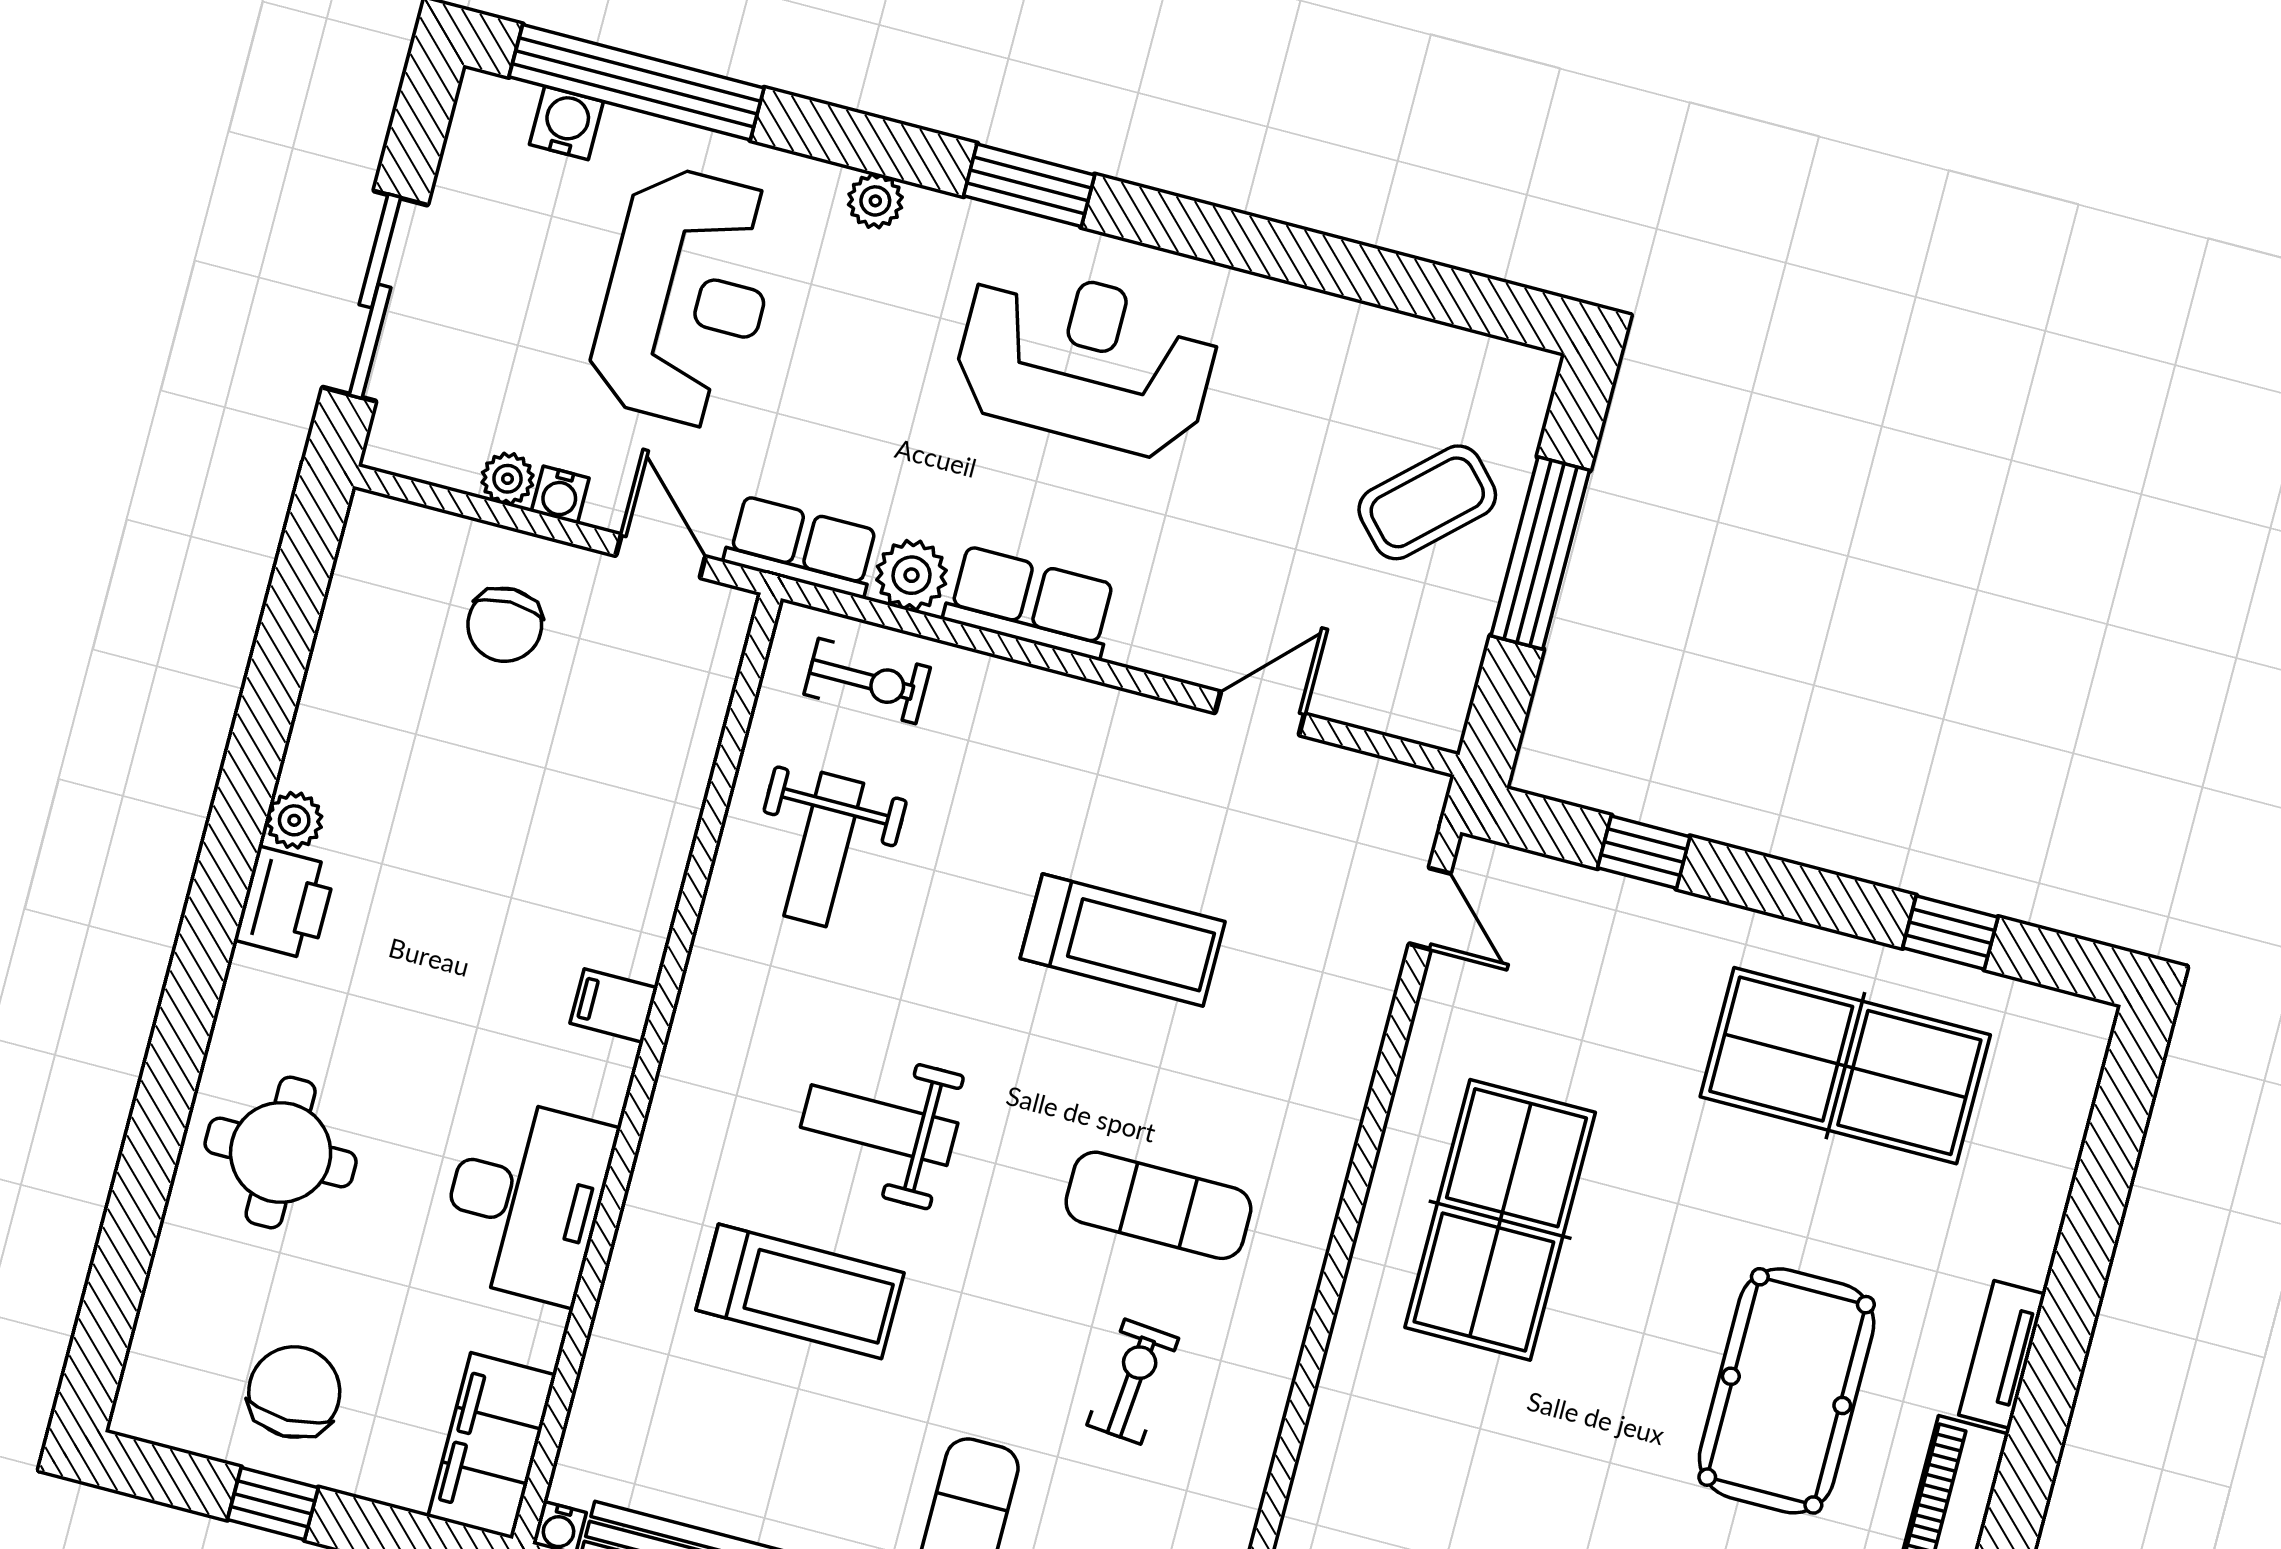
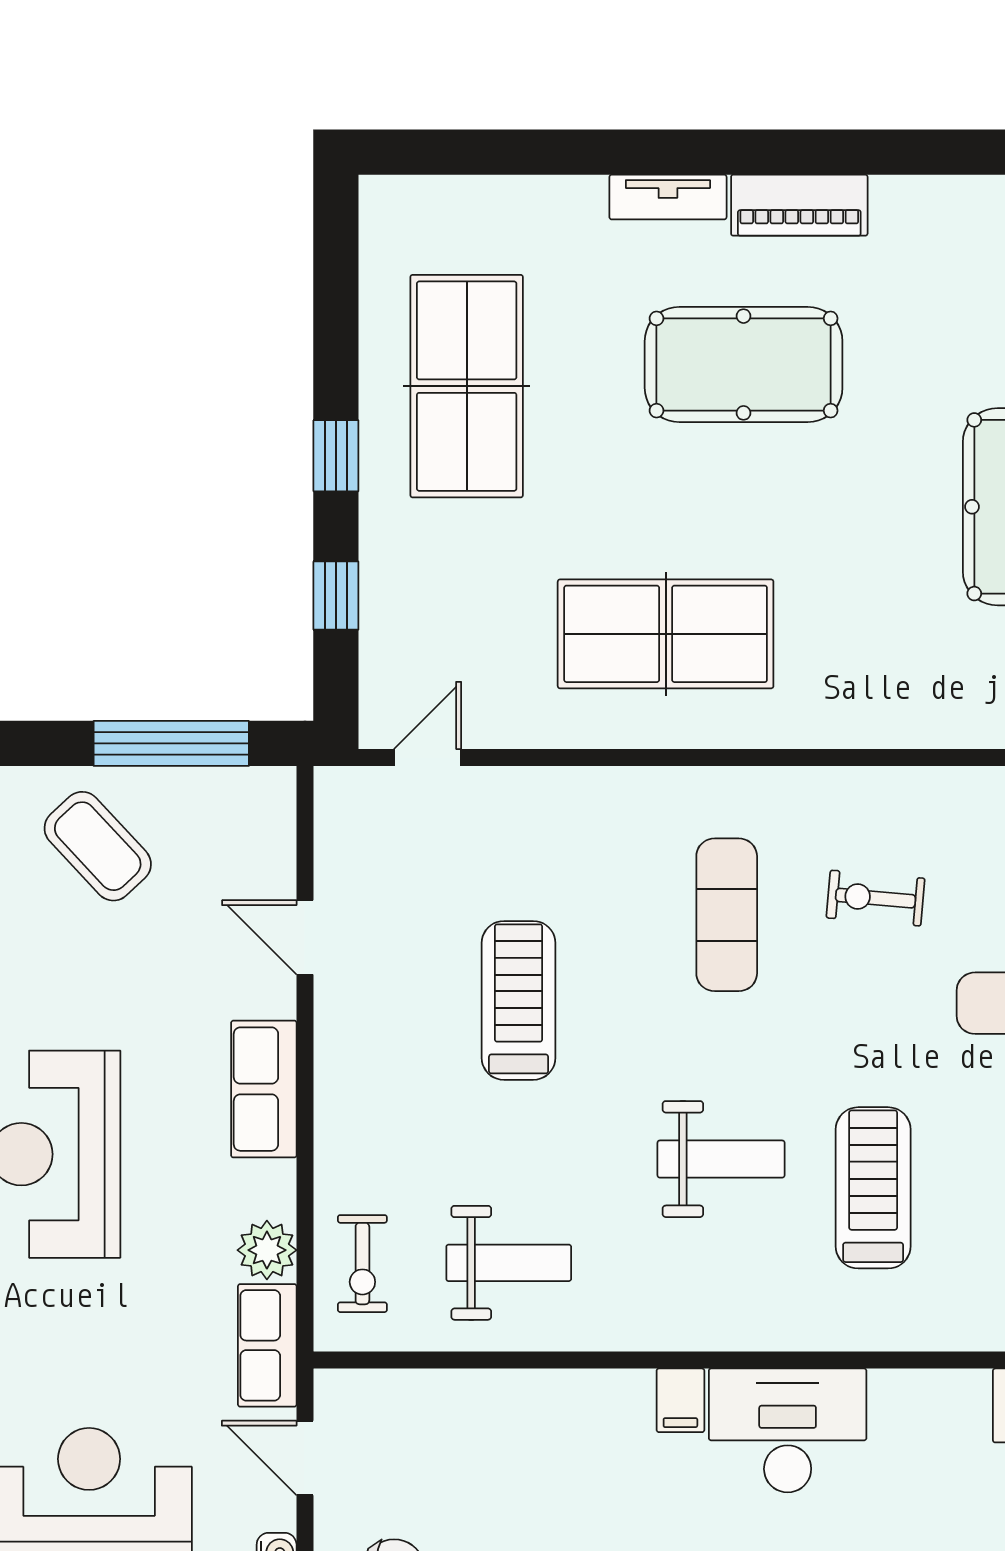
window: (1540, 553) -> (171, 743), moved
door: (661, 556) -> (305, 1458), hinge flipped
row of seats: (1030, 602) -> (264, 1089), moved
exercise bike: (867, 681) -> (362, 1264), turned 180
window: (1950, 933) -> (336, 456), moved
weight bench: (879, 1125) -> (721, 1159), turned -90
desk: (526, 1200) -> (788, 1430), moved

